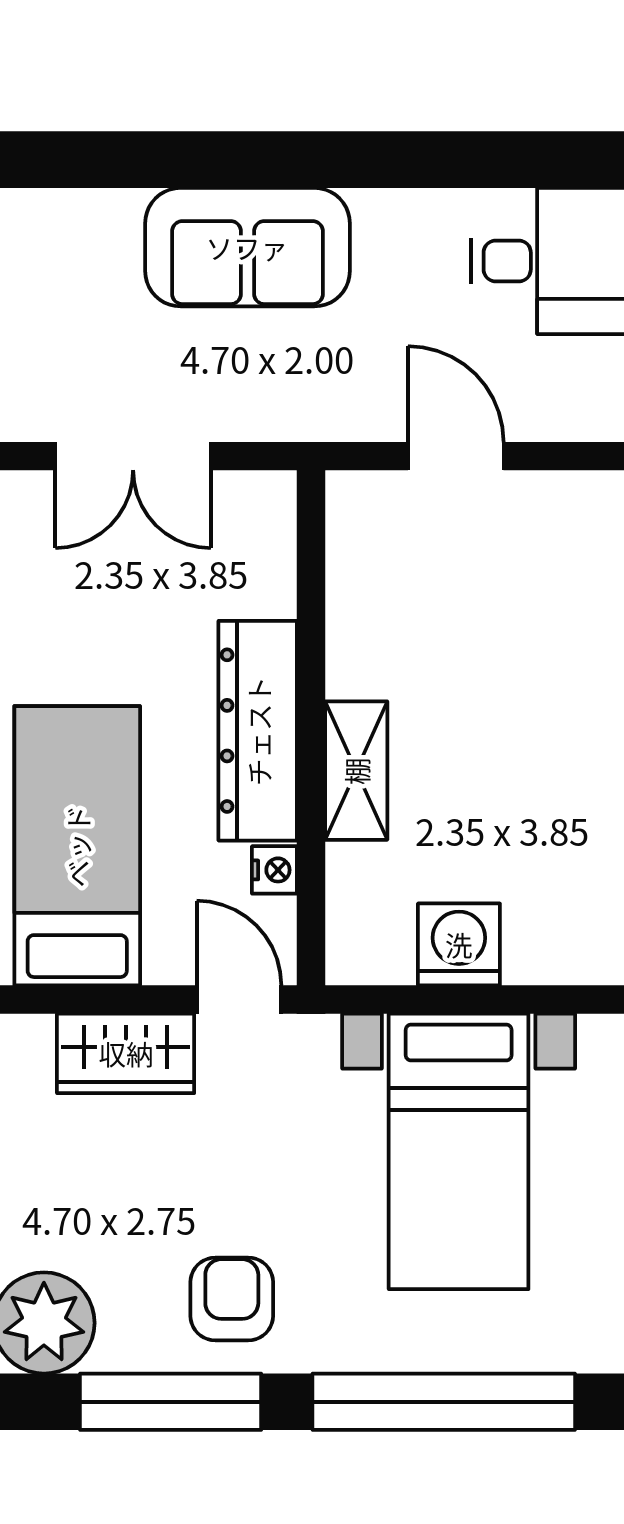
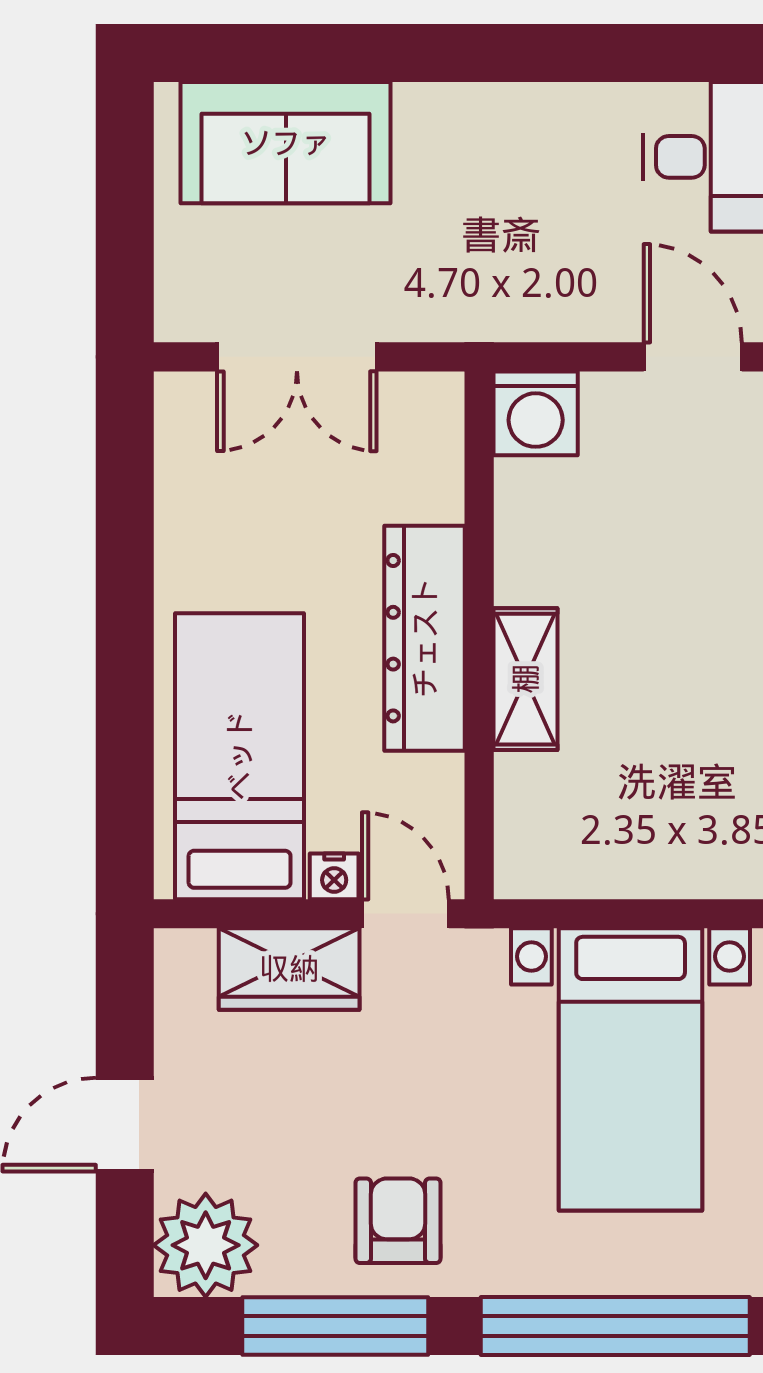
sofa: (247, 247) -> (286, 143), moved
door: (456, 456) -> (693, 357), moved
nightstand: (274, 870) -> (334, 876), moved, turned 90
washing machine: (459, 944) -> (536, 413), moved, turned 180

